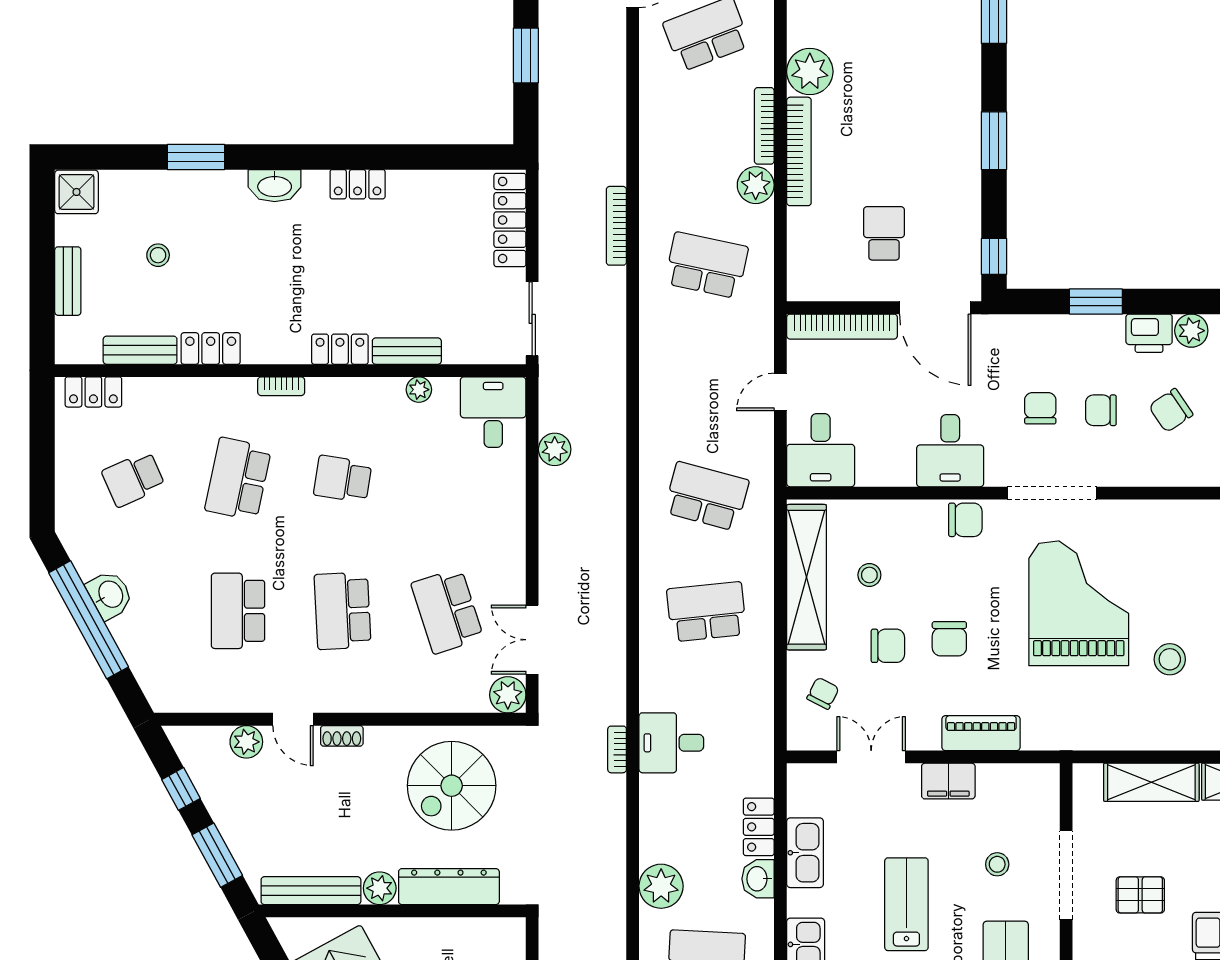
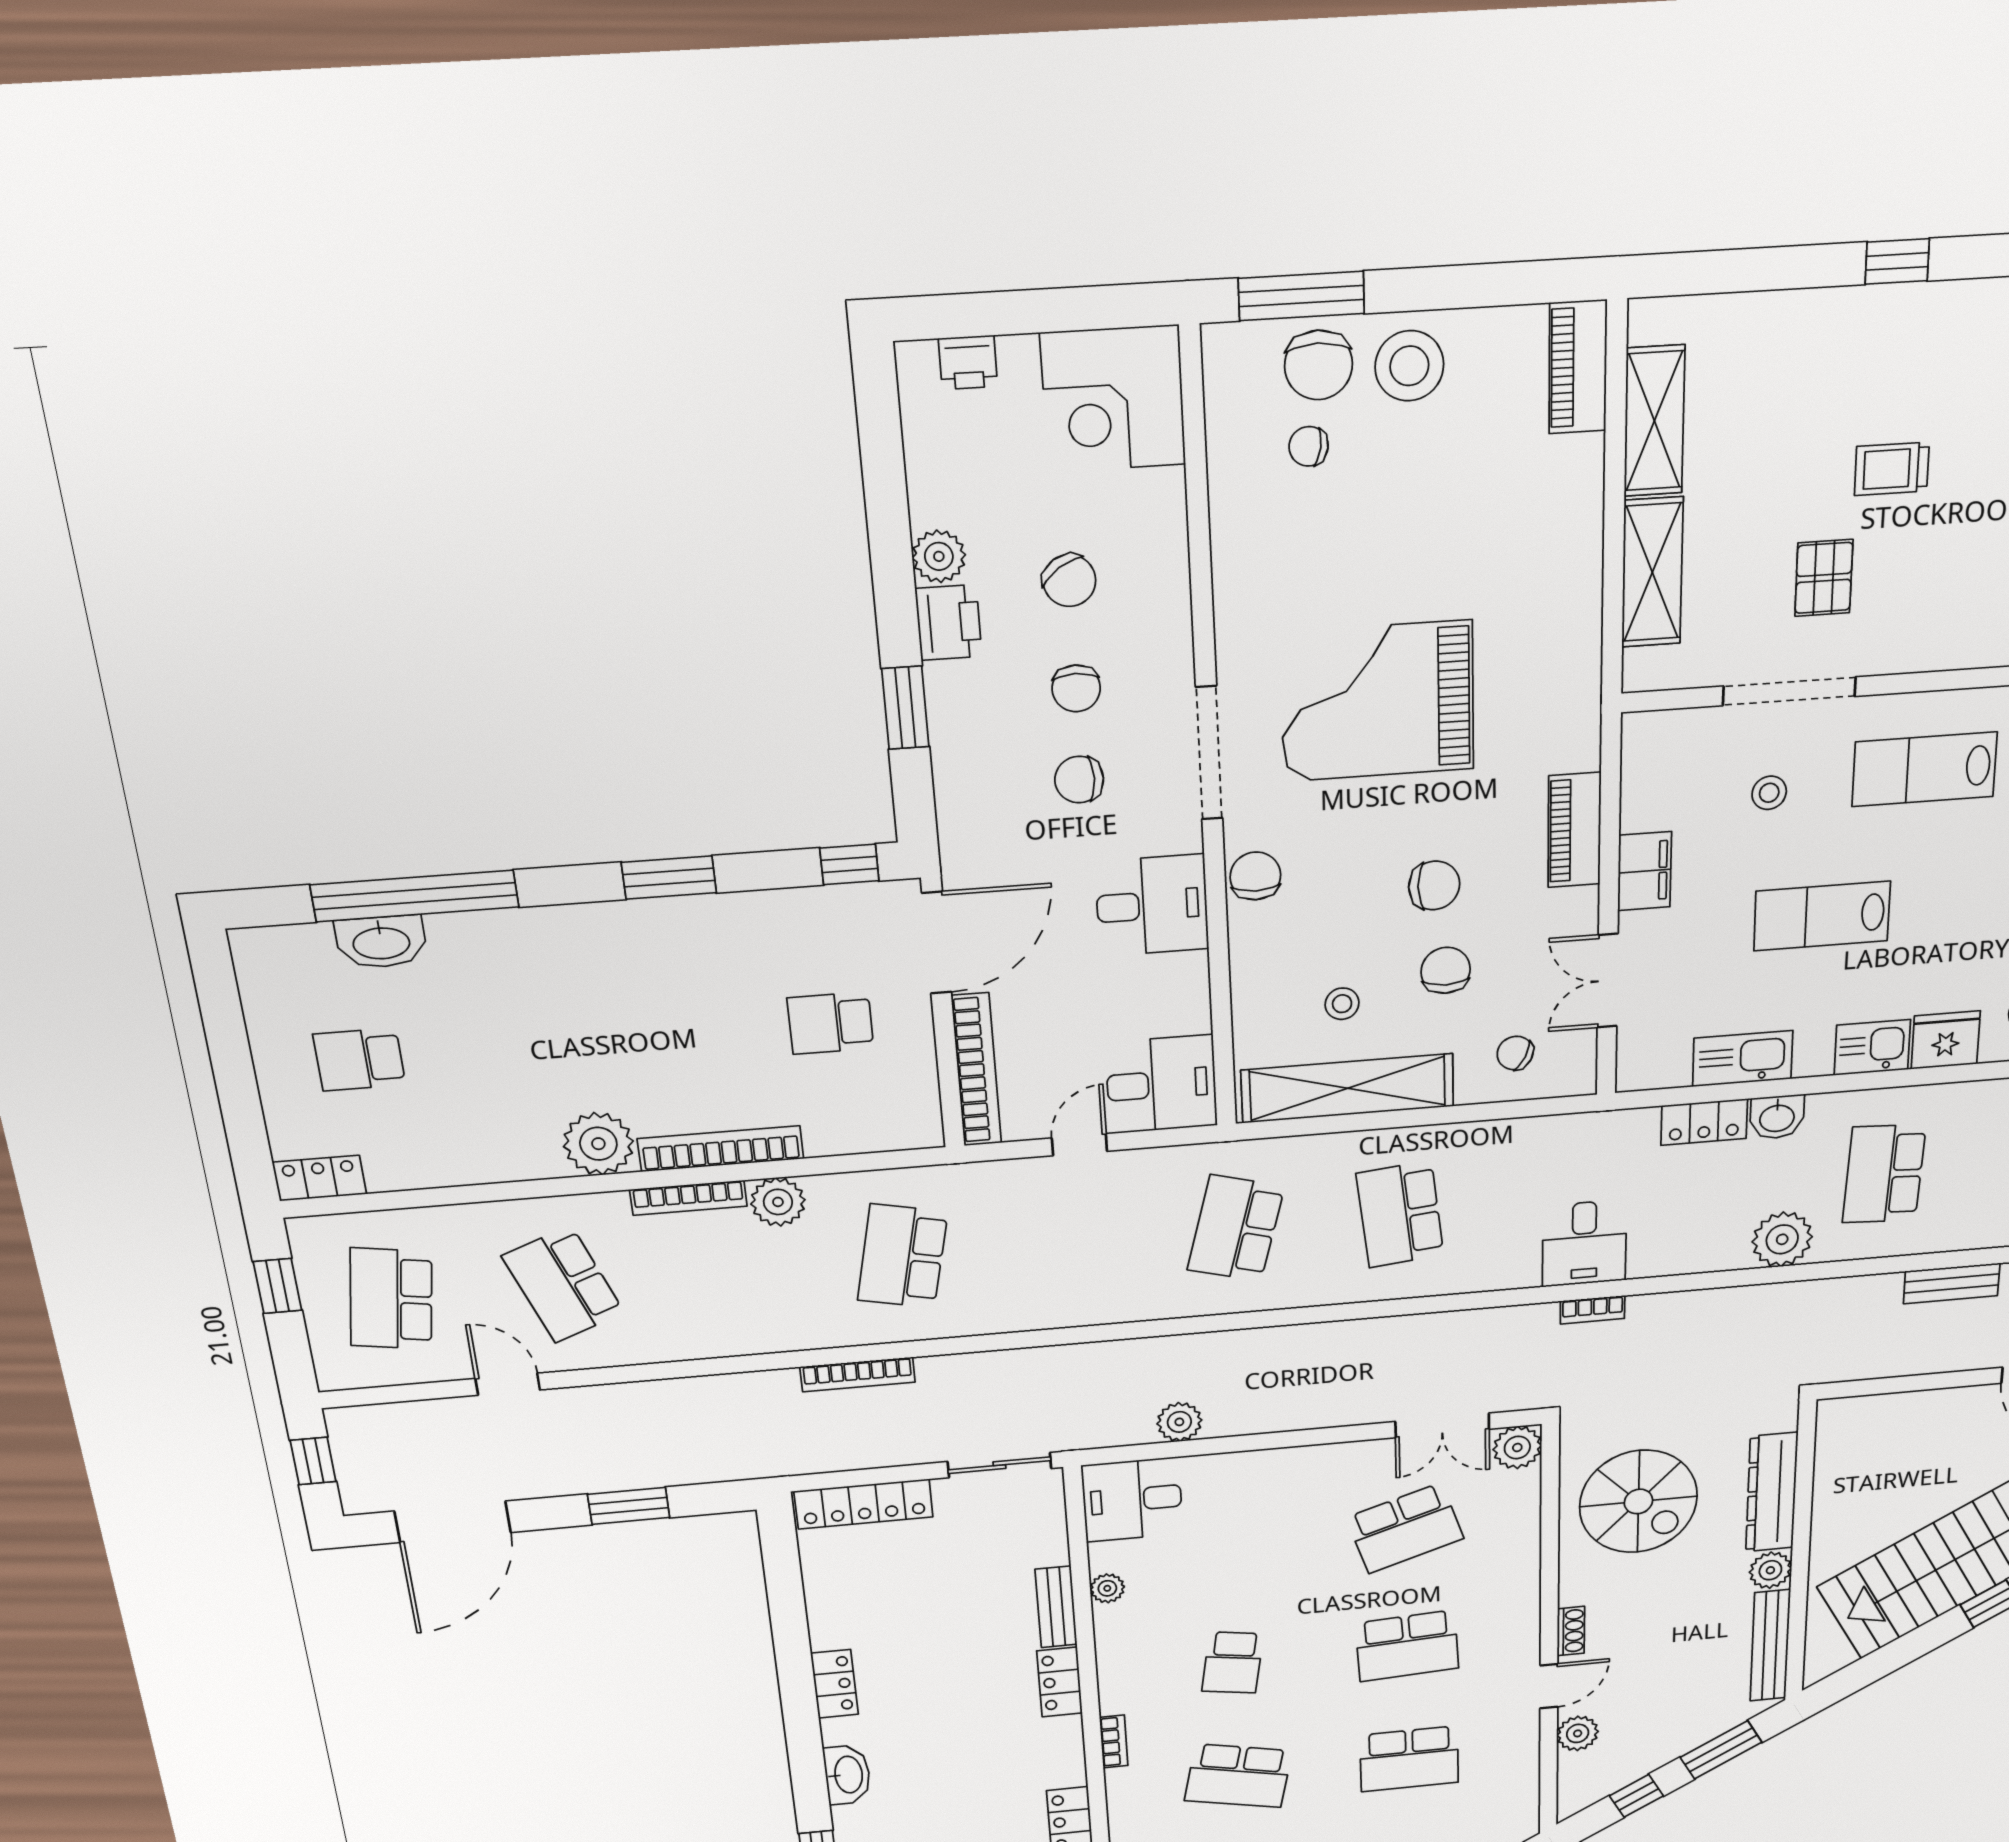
door: (780, 392) -> (1079, 1145), swing flipped
stool: (1170, 659) -> (1462, 556), removed

